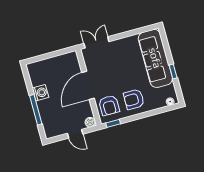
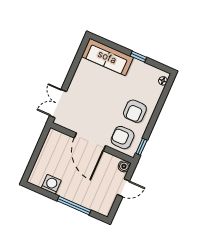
sofa: (155, 58) -> (107, 57), width x0.74, depth x0.79
washing machine: (40, 93) -> (51, 184), moved
armchair: (109, 105) -> (123, 138), turned 180

